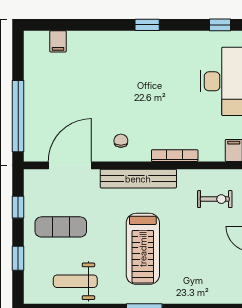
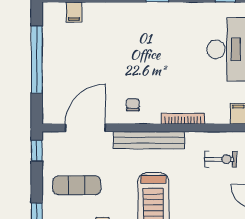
window: (18, 116) -> (37, 59), moved
window: (18, 207) -> (37, 151), moved

